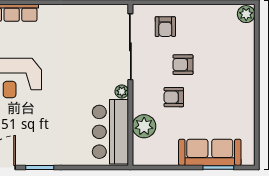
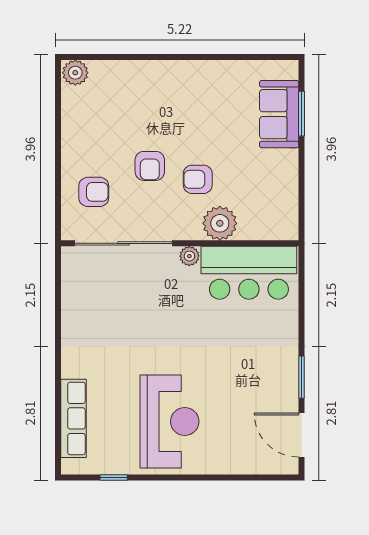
armchair: (174, 97) -> (198, 179), turned 90
plant: (144, 126) -> (220, 223), moved
sofa: (210, 152) -> (279, 114), width x0.73

